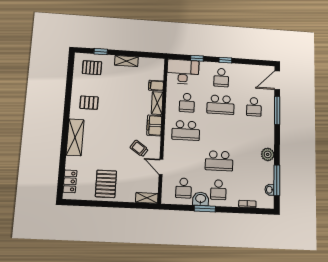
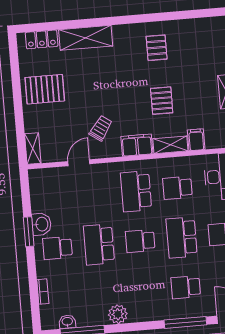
pallet: (92, 68) -> (162, 101), moved
shelving: (75, 137) -> (86, 38), moved
school desk: (184, 188) -> (140, 241), moved

